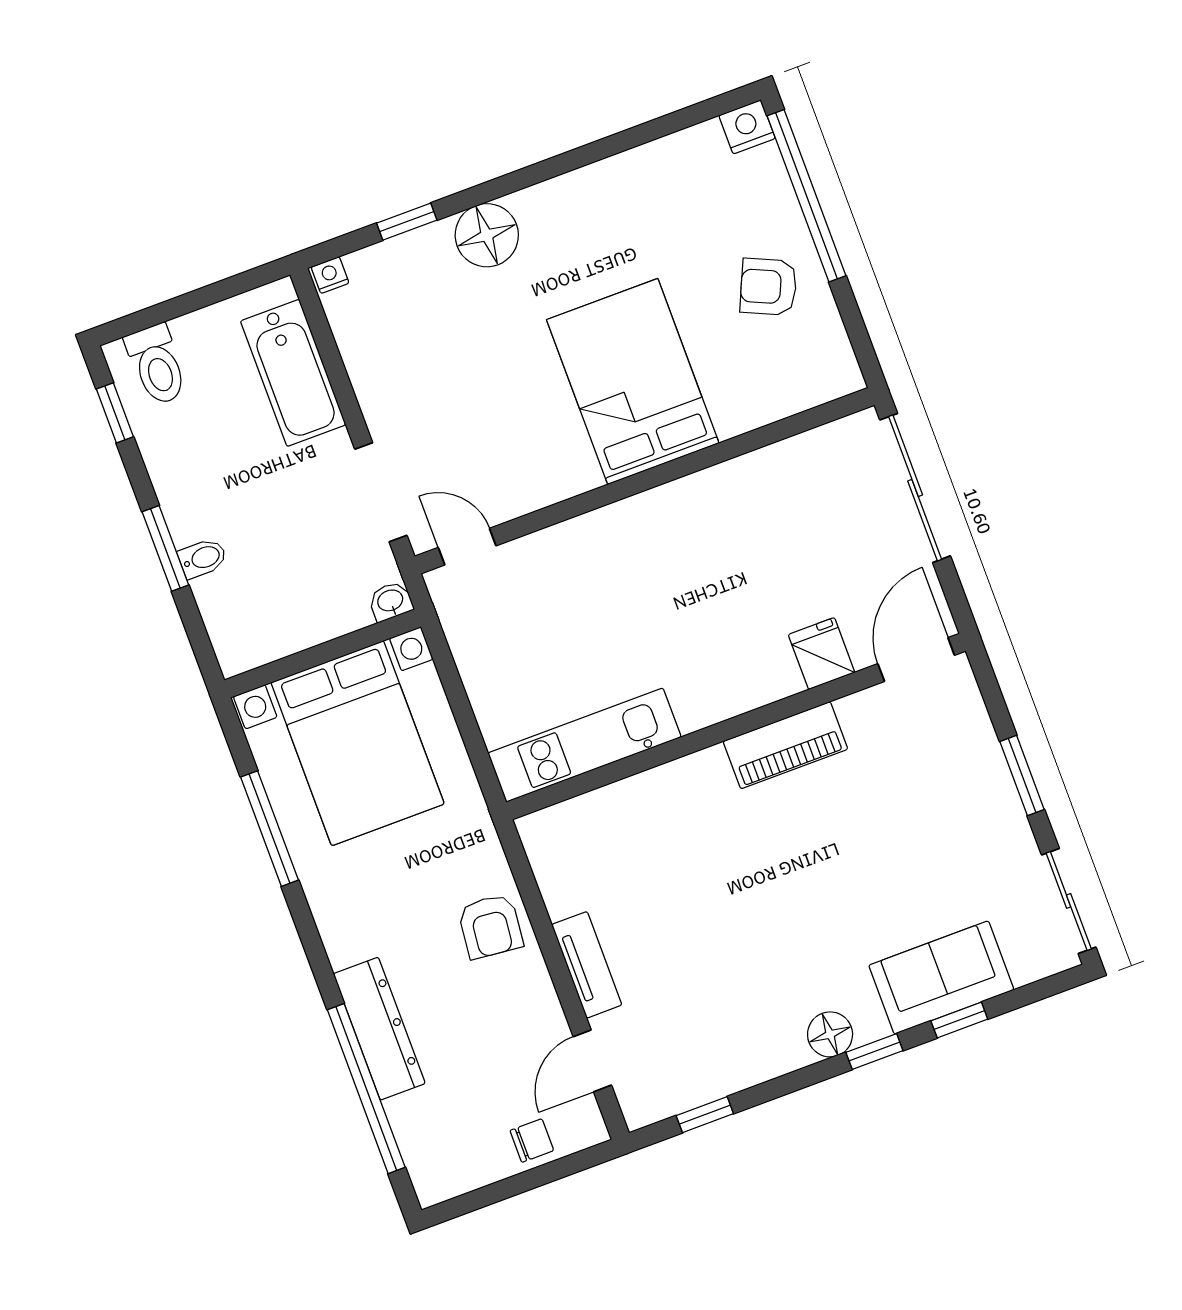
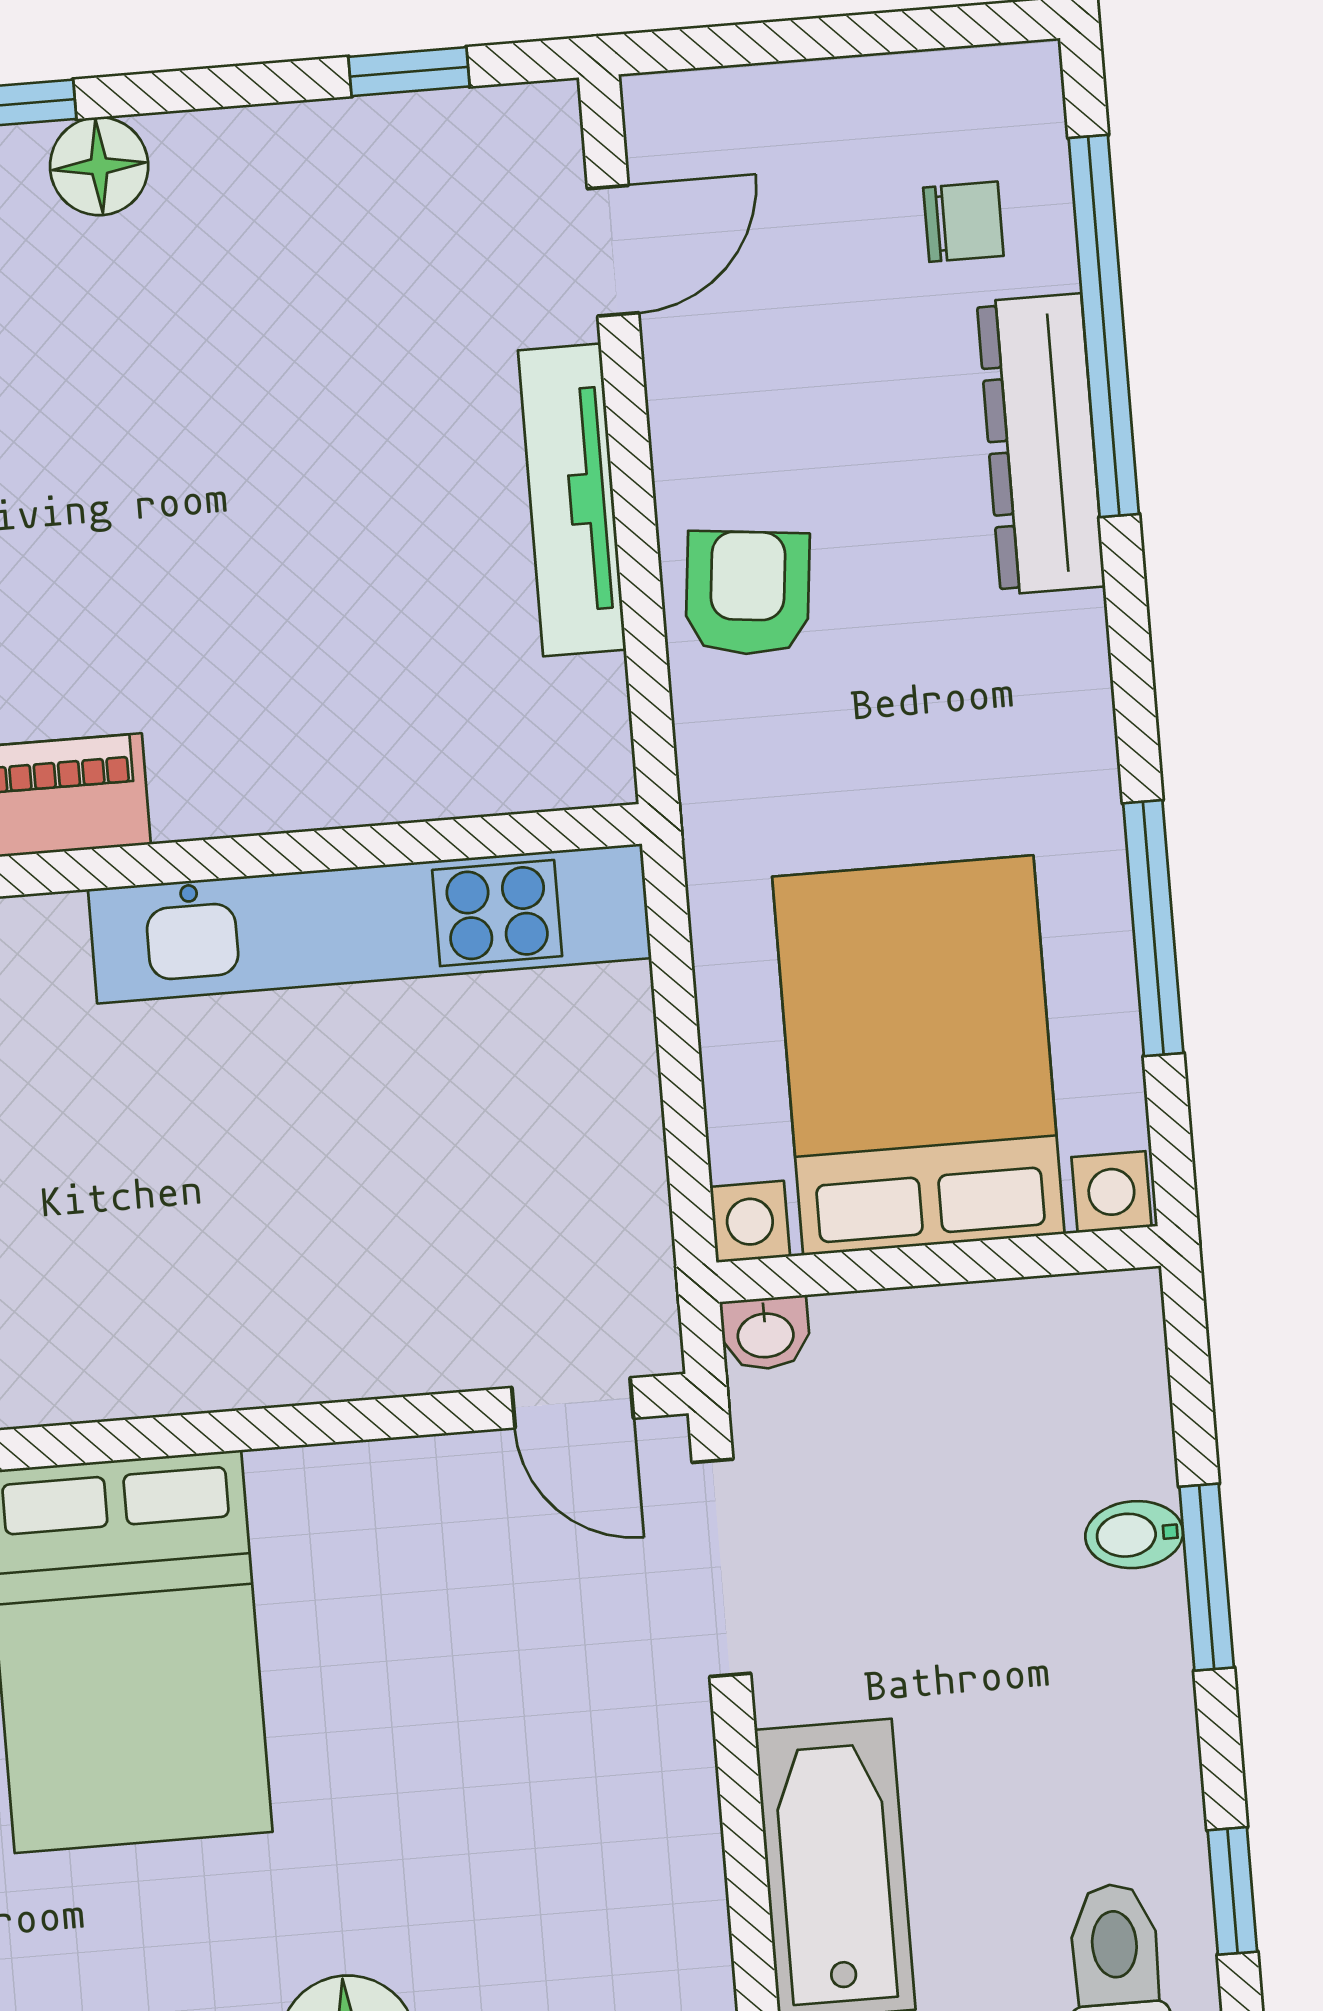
kitchen unit: (584, 745) -> (370, 924), width x1.36
tv unit: (587, 965) -> (572, 500), width x1.41
chair: (532, 1141) -> (963, 222), moved, turned 180

